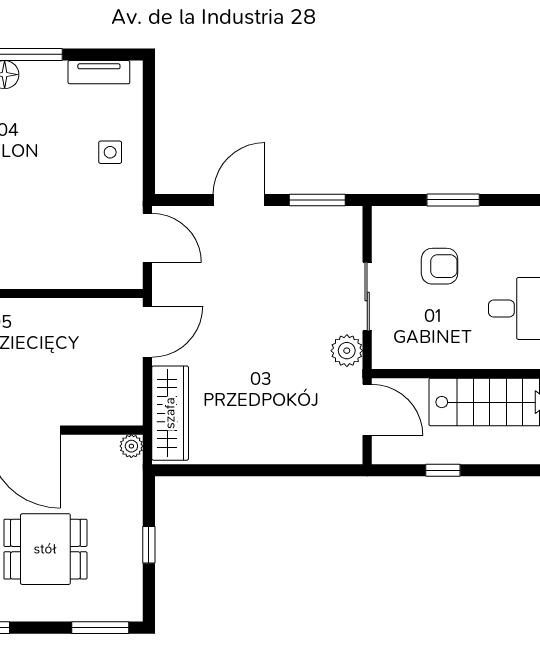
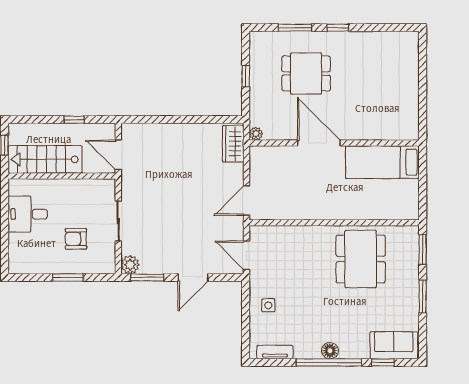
plant: (347, 351) -> (130, 265), moved
wardrobe: (170, 413) -> (233, 144), width x0.67
window: (100, 628) -> (295, 28), moved

